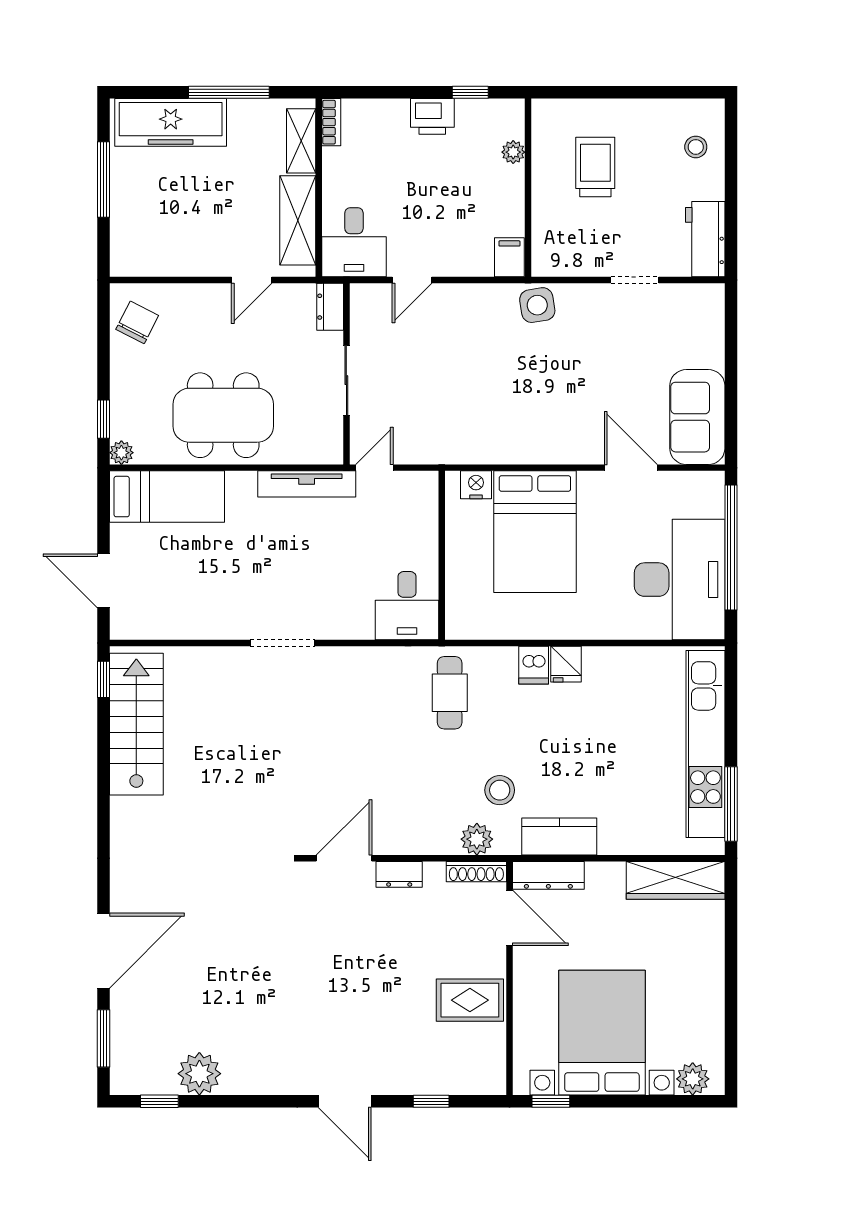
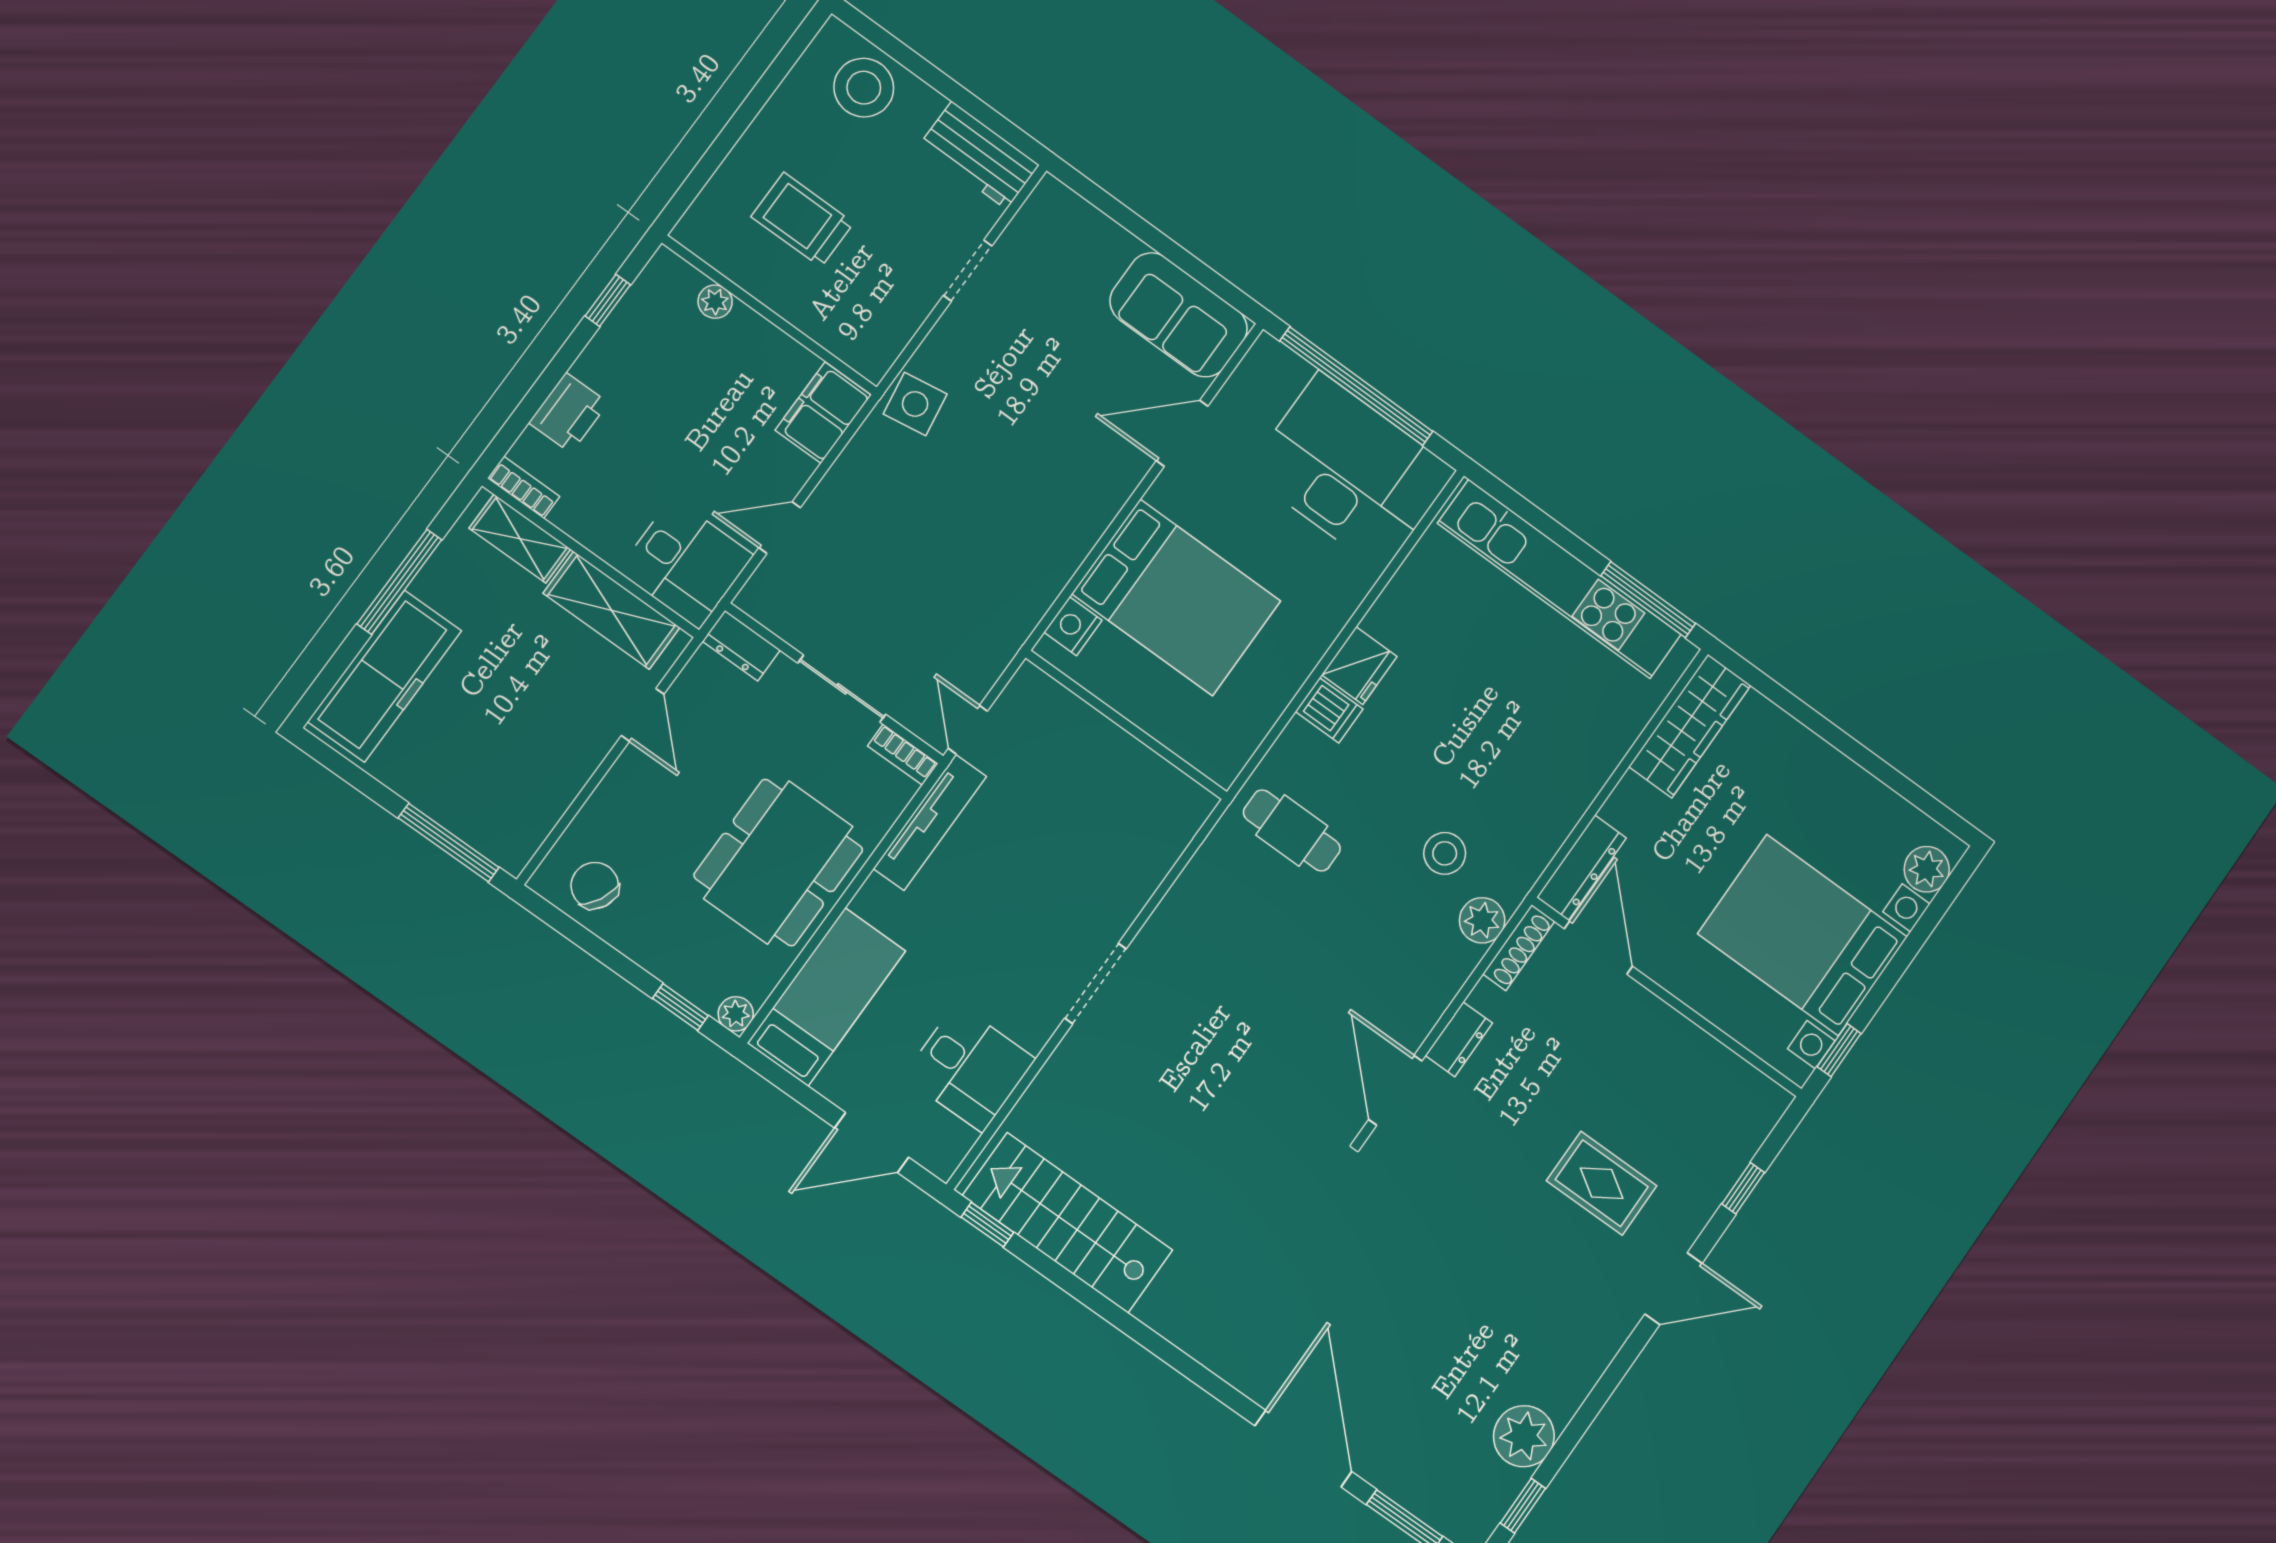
printer: (432, 116) -> (568, 413), moved
stool: (696, 147) -> (864, 88), width x1.89, depth x1.89
window: (103, 179) -> (449, 843), moved
filing cabinet: (509, 257) -> (823, 413), width x2.00
door: (412, 280) -> (780, 528), swing flipped
bookcase: (334, 441) -> (903, 755), added
desk: (407, 606) -> (969, 1068), moved
fridge: (566, 664) -> (1359, 666), width x1.38
kitchen counter: (559, 837) -> (1546, 823), removed
door: (509, 918) -> (1598, 947), hinge flipped
rug: (470, 1000) -> (1602, 1183), moved, turned 90

